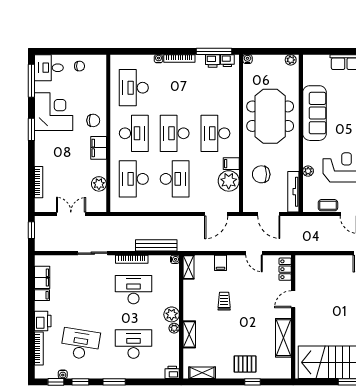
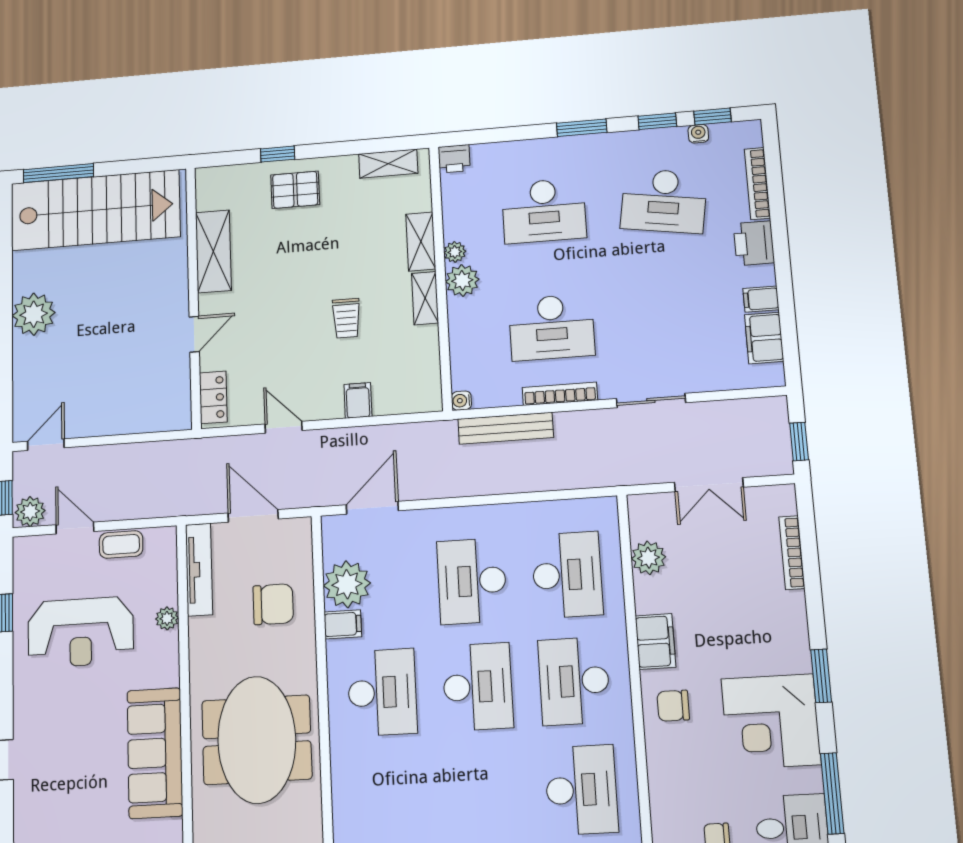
shelving: (189, 267) -> (425, 298), moved

